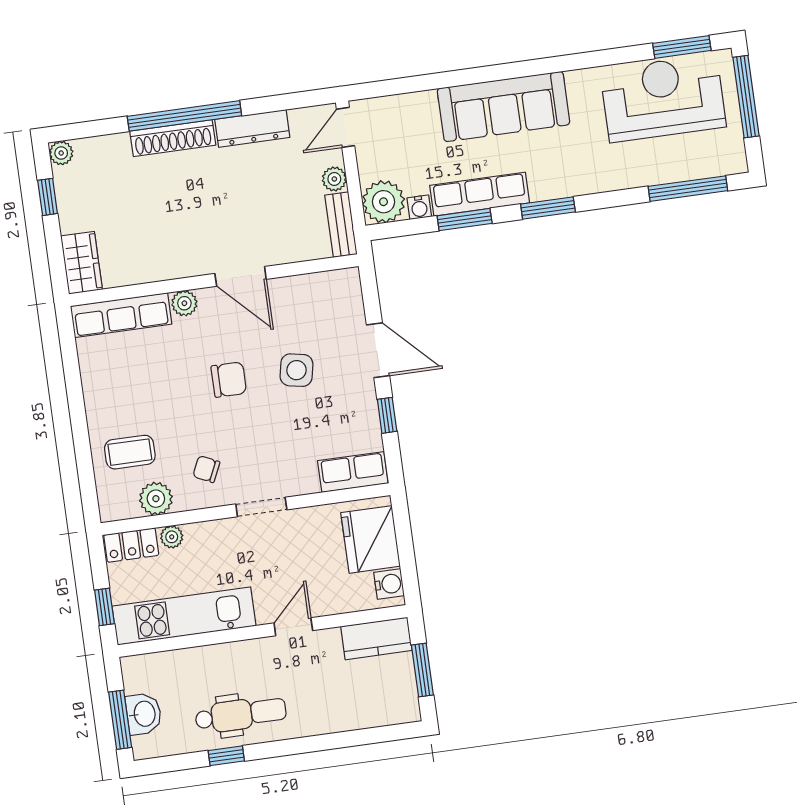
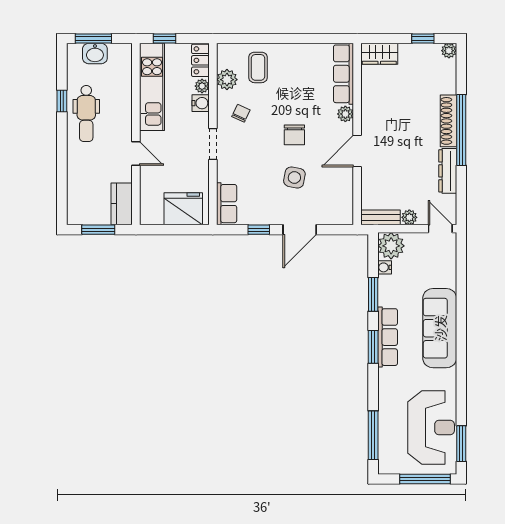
row of seats: (480, 194) -> (388, 337), moved
water cooler: (389, 584) -> (201, 103), moved, turned -90

